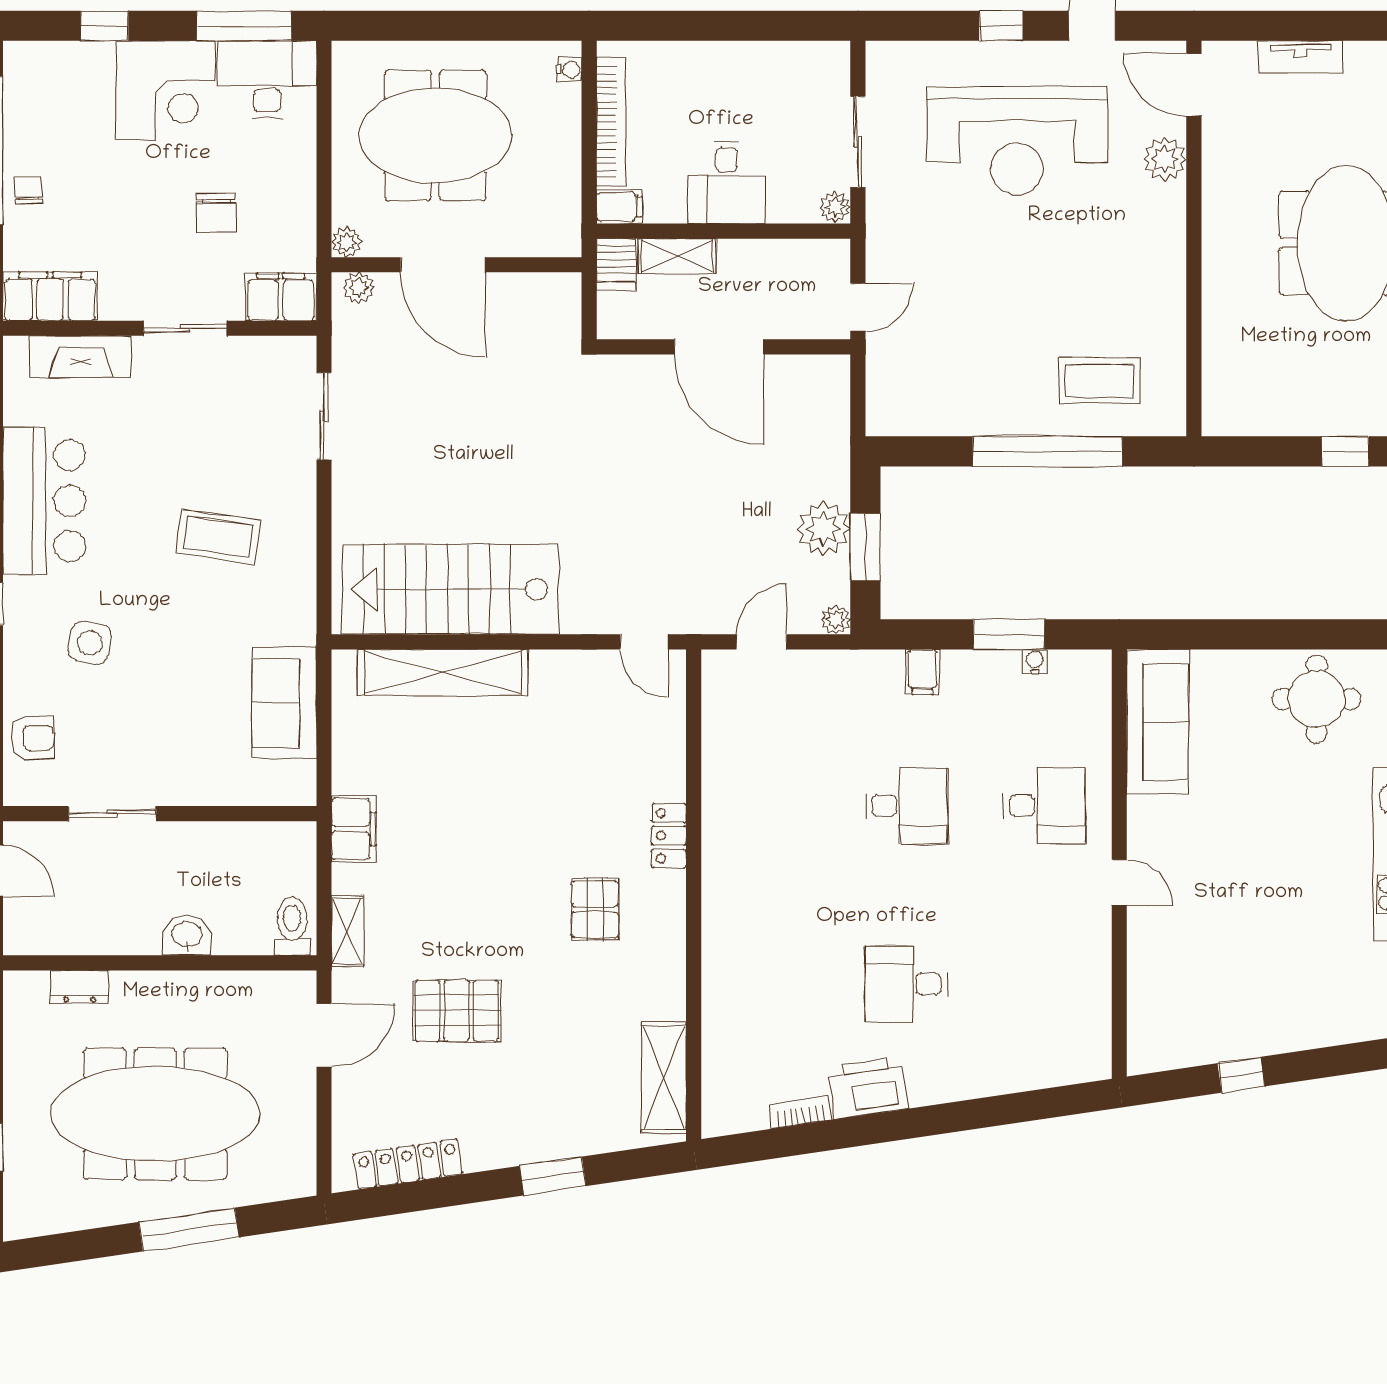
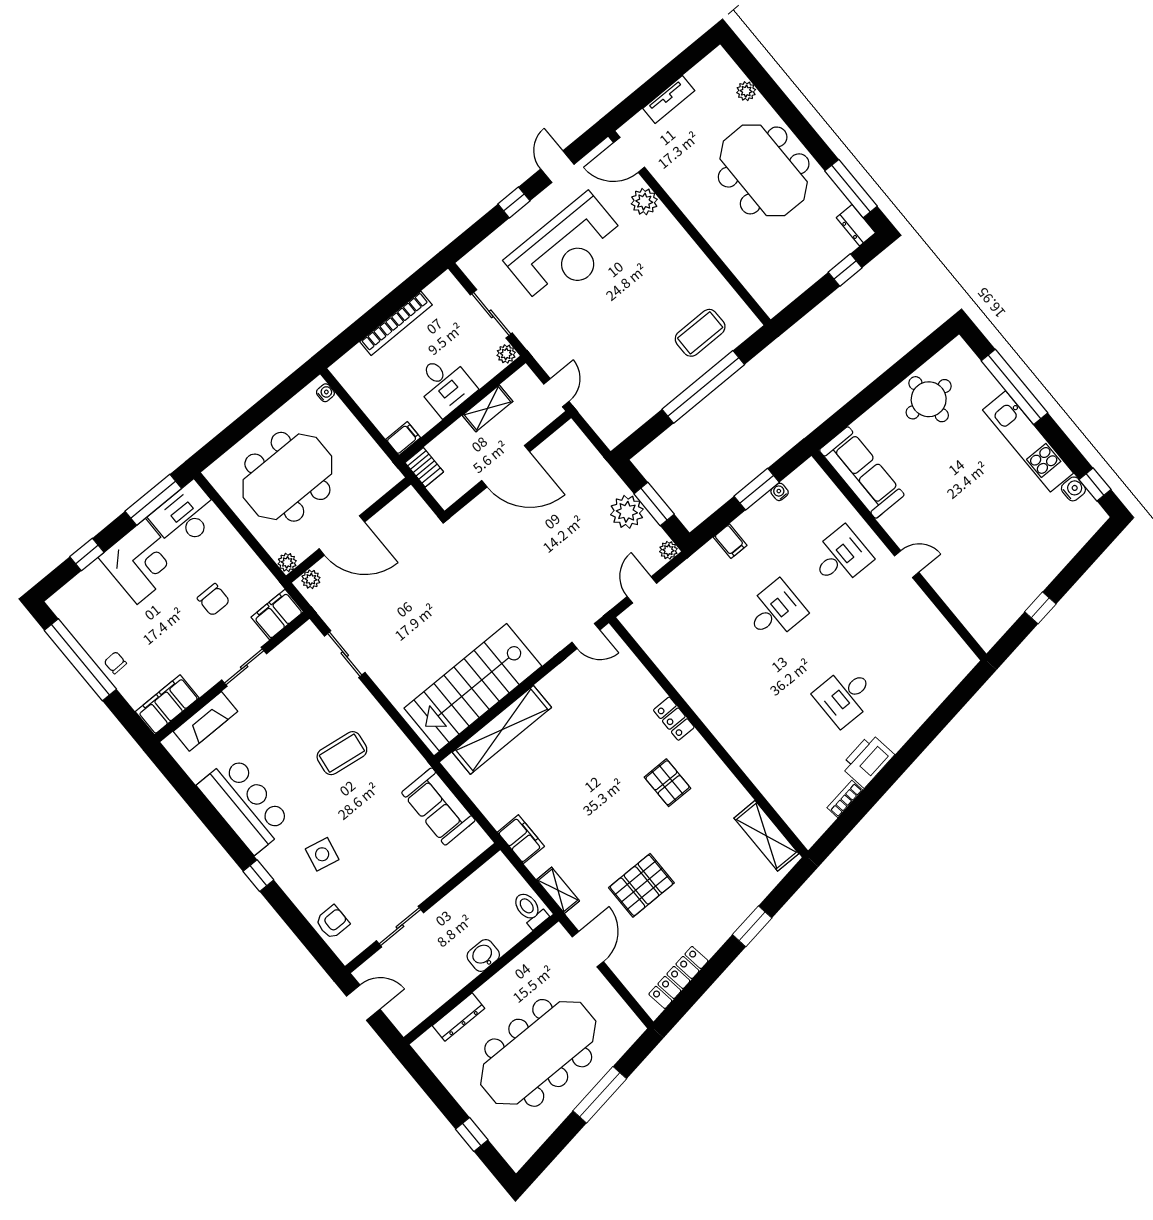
bookcase: (611, 122) -> (396, 323), moved, turned 90
shelving: (677, 256) -> (488, 408), moved
dresser: (80, 987) -> (458, 1017), width x1.44

